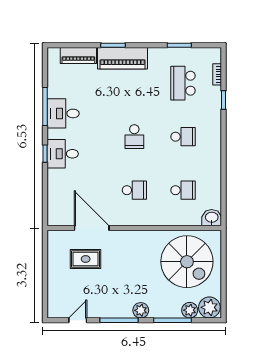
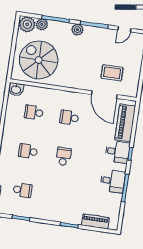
piano: (122, 58) -> (125, 123), moved, turned -90
school desk: (183, 83) -> (22, 190), width x0.54

